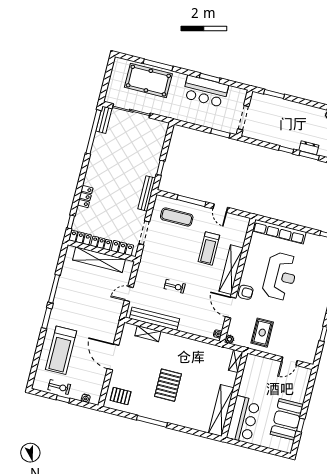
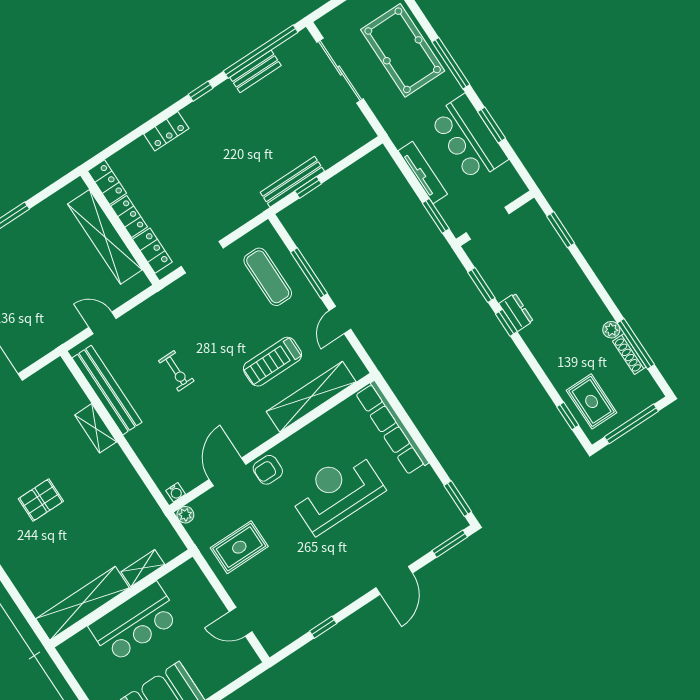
window: (158, 65) -> (451, 63), moved
bench: (104, 120) -> (255, 71), moved
tv unit: (200, 121) -> (423, 173), added
dresser: (309, 148) -> (516, 312), moved
window: (309, 156) -> (481, 285), moved
bench: (147, 193) -> (292, 182), moved
window: (71, 222) -> (201, 91), moved
shelving: (231, 270) -> (311, 397), moved
reception desk: (280, 276) -> (336, 492), turned 180
armchair: (246, 292) -> (268, 470), turned 90
shelving: (148, 334) -> (96, 428), moved
shelving: (236, 361) -> (143, 568), moved
pallet: (168, 385) -> (41, 500), width x0.67, depth x0.71
bar counter: (243, 419) -> (135, 622), moved

